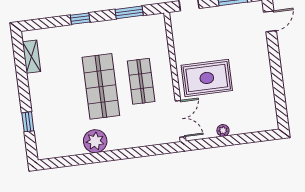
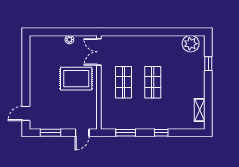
shop shelf: (101, 86) -> (153, 82), width x0.70, depth x0.74
plant: (95, 141) -> (191, 44), moved

